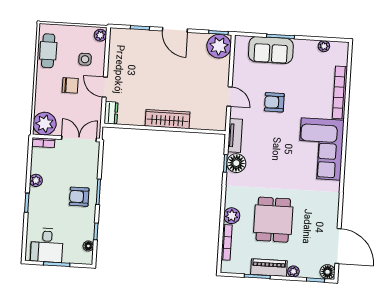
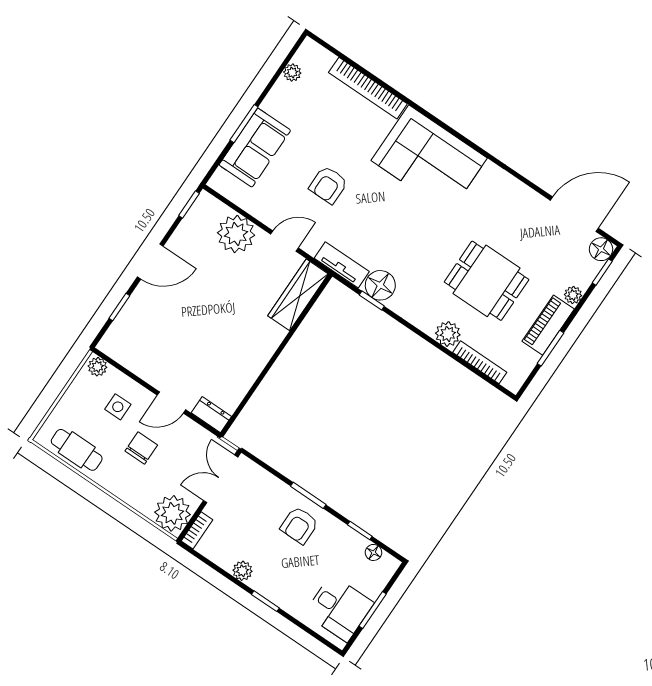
plant: (219, 46) -> (236, 234), moved
wardrobe: (168, 119) -> (298, 295), moved

